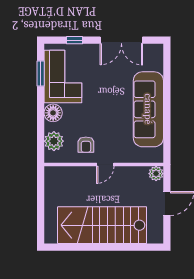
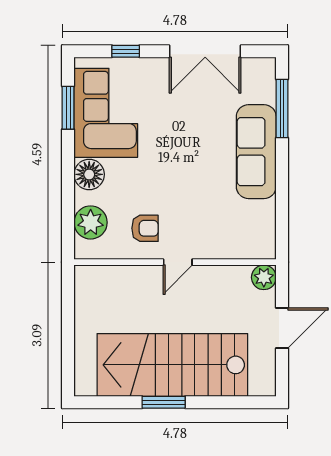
window: (167, 74) -> (282, 109), added
sofa: (148, 109) -> (256, 152), width x0.74, depth x0.79
armchair: (86, 145) -> (145, 228), turned -90
window: (97, 247) -> (164, 402), added

